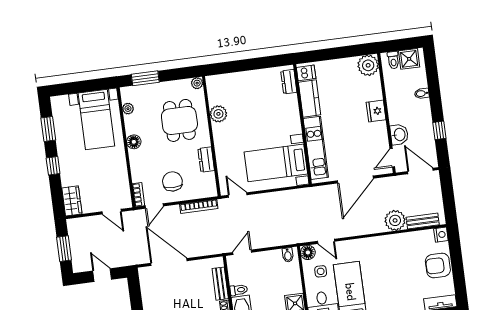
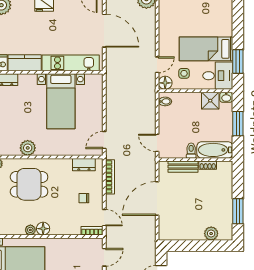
plant: (128, 109) -> (30, 230), moved
dresser: (206, 159) -> (84, 165), moved
bed with nightstands: (276, 163) -> (61, 101), moved
chair: (172, 181) -> (84, 198), width x0.54, depth x0.54
door: (169, 262) -> (157, 198), moved

